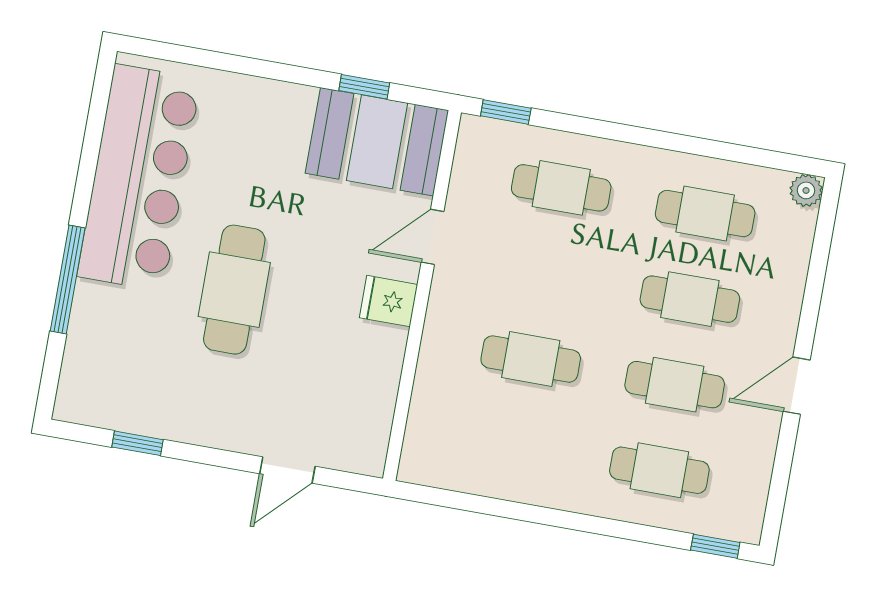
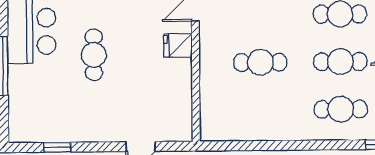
cafe table: (234, 290) -> (94, 55), width x0.73, depth x0.74

